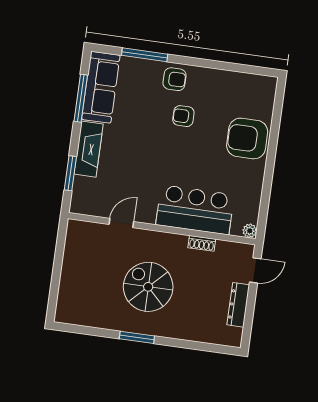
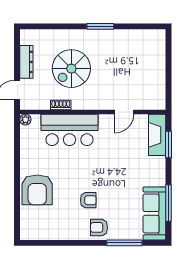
armchair: (247, 138) -> (37, 190), turned 90
fireplace: (89, 149) -> (157, 135), moved
spiral stairs: (148, 287) -> (71, 69), moved, turned 90

